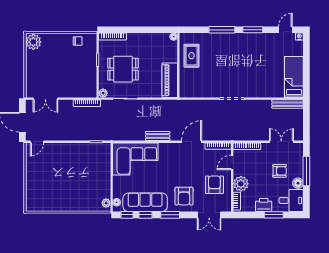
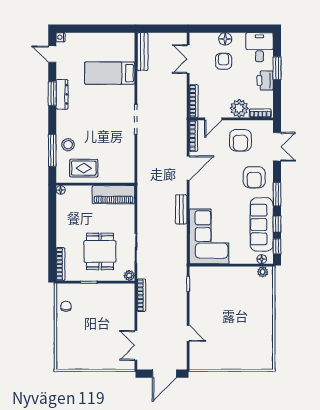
window: (222, 30) -> (52, 150), moved
dresser: (252, 38) -> (62, 94), added
plant: (33, 42) -> (67, 360), removed
stool: (211, 43) -> (68, 145), added
bed: (294, 77) -> (110, 73), moved
double door: (45, 99) -> (136, 345), swing flipped
door: (37, 142) -> (188, 333), moved
door: (192, 142) -> (188, 168), swing flipped
door: (232, 162) -> (213, 119), hinge flipped
window: (306, 171) -> (224, 29), removed
floor lamp: (298, 183) -> (225, 39), moved
armchair: (214, 185) -> (240, 140), turned -90
armchair: (184, 196) -> (254, 177), turned 90

